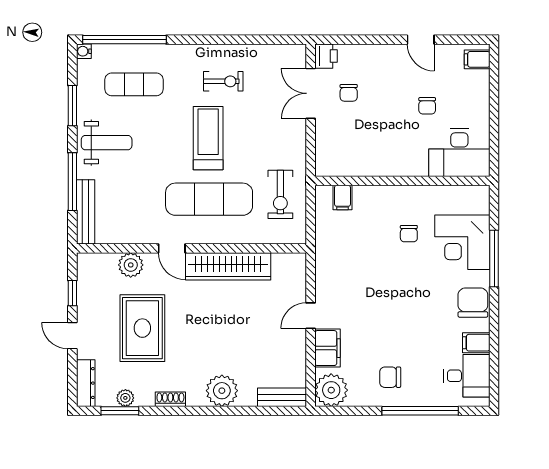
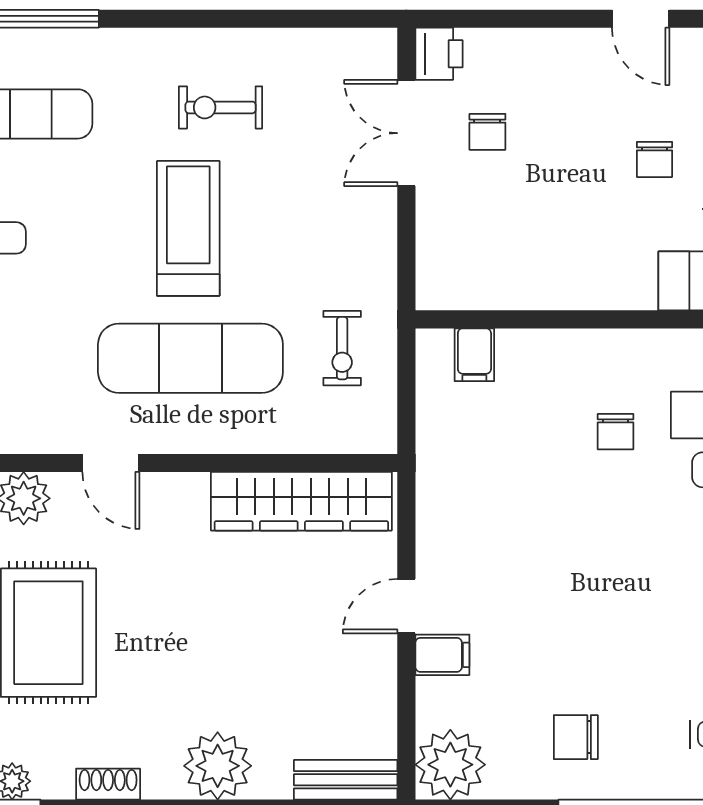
exercise bike: (223, 81) -> (220, 107), turned 180
exercise bike: (280, 194) -> (342, 348), width x0.73, depth x0.72
wardrobe: (228, 266) -> (301, 501), moved
filing cabinet: (327, 348) -> (442, 655), width x0.50

